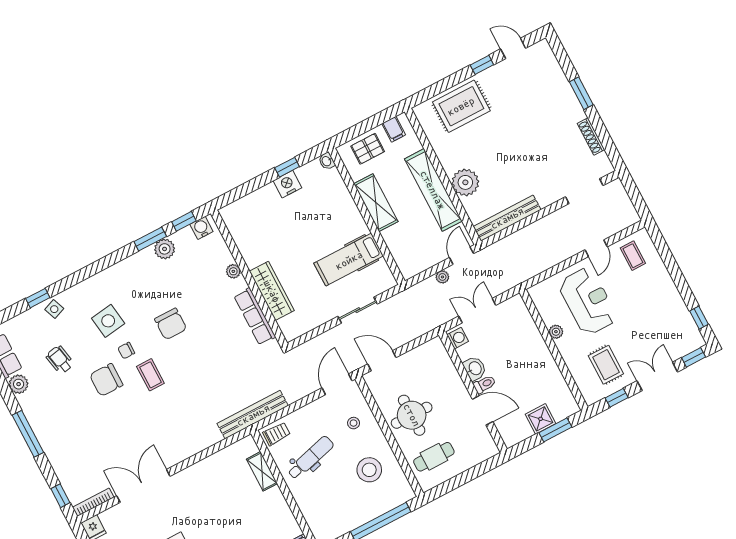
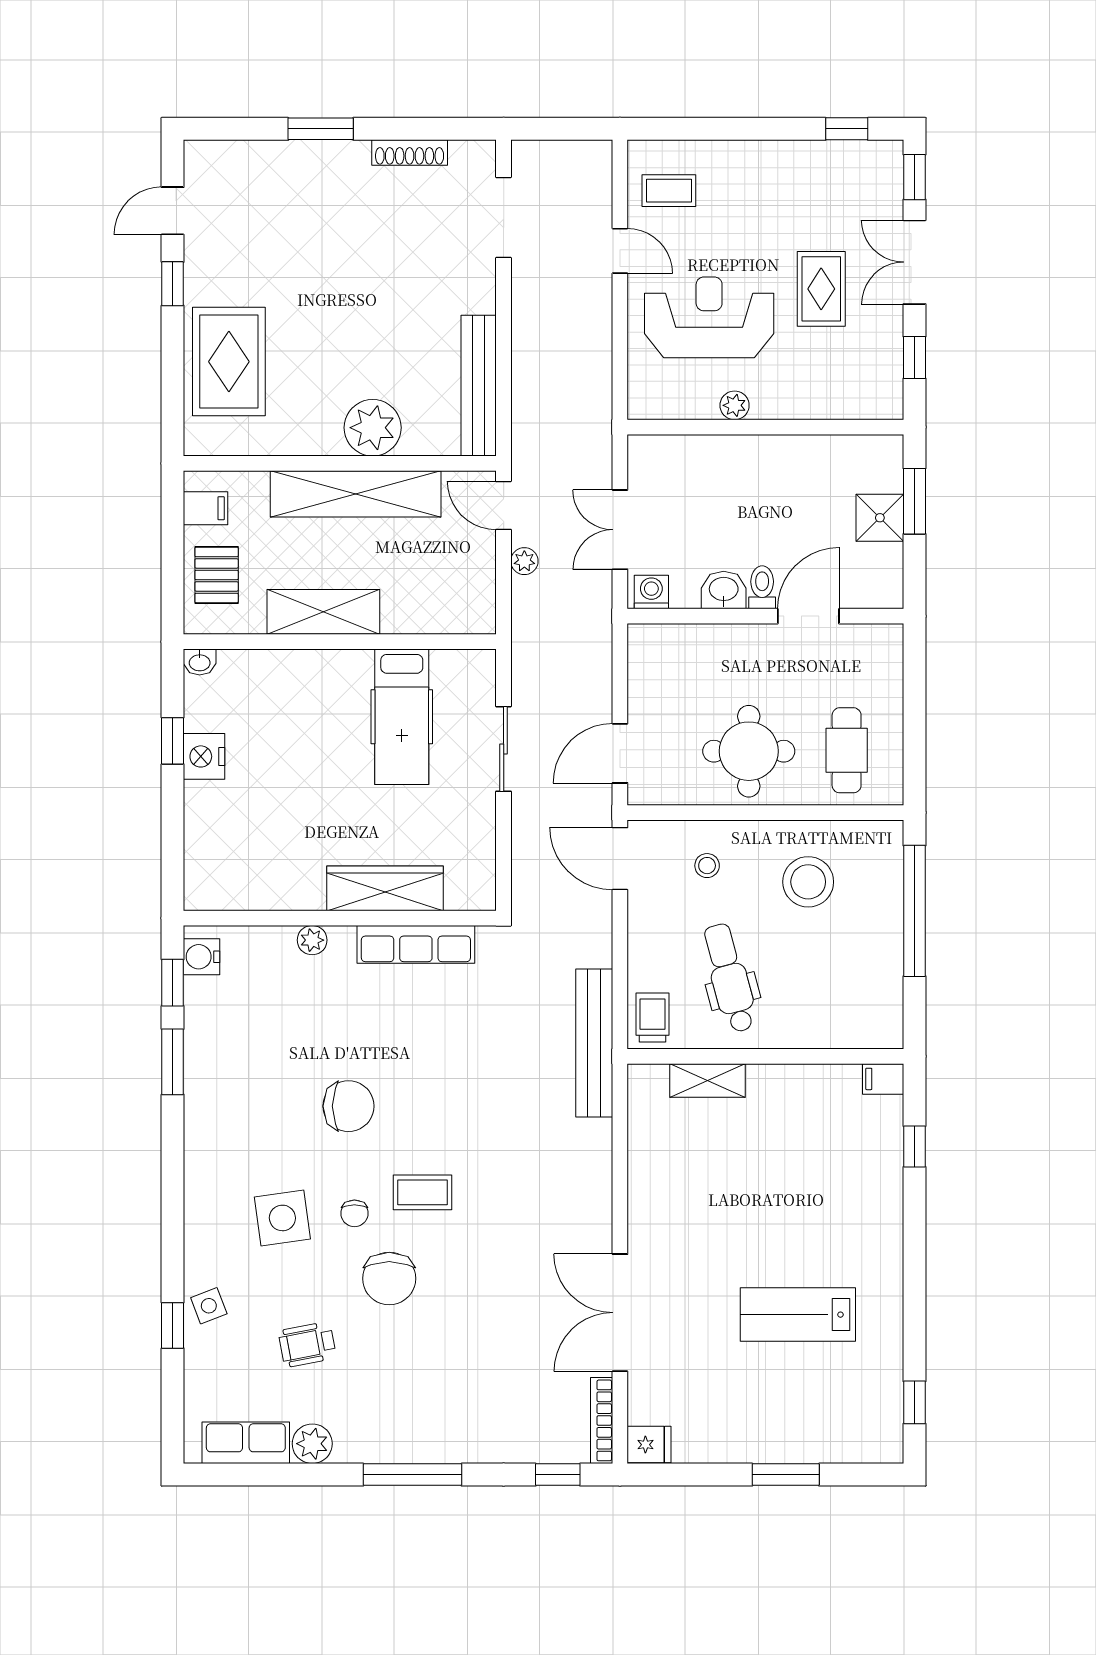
plant: (165, 249) -> (205, 1045), removed
rug: (606, 365) -> (821, 289), moved, turned 90

